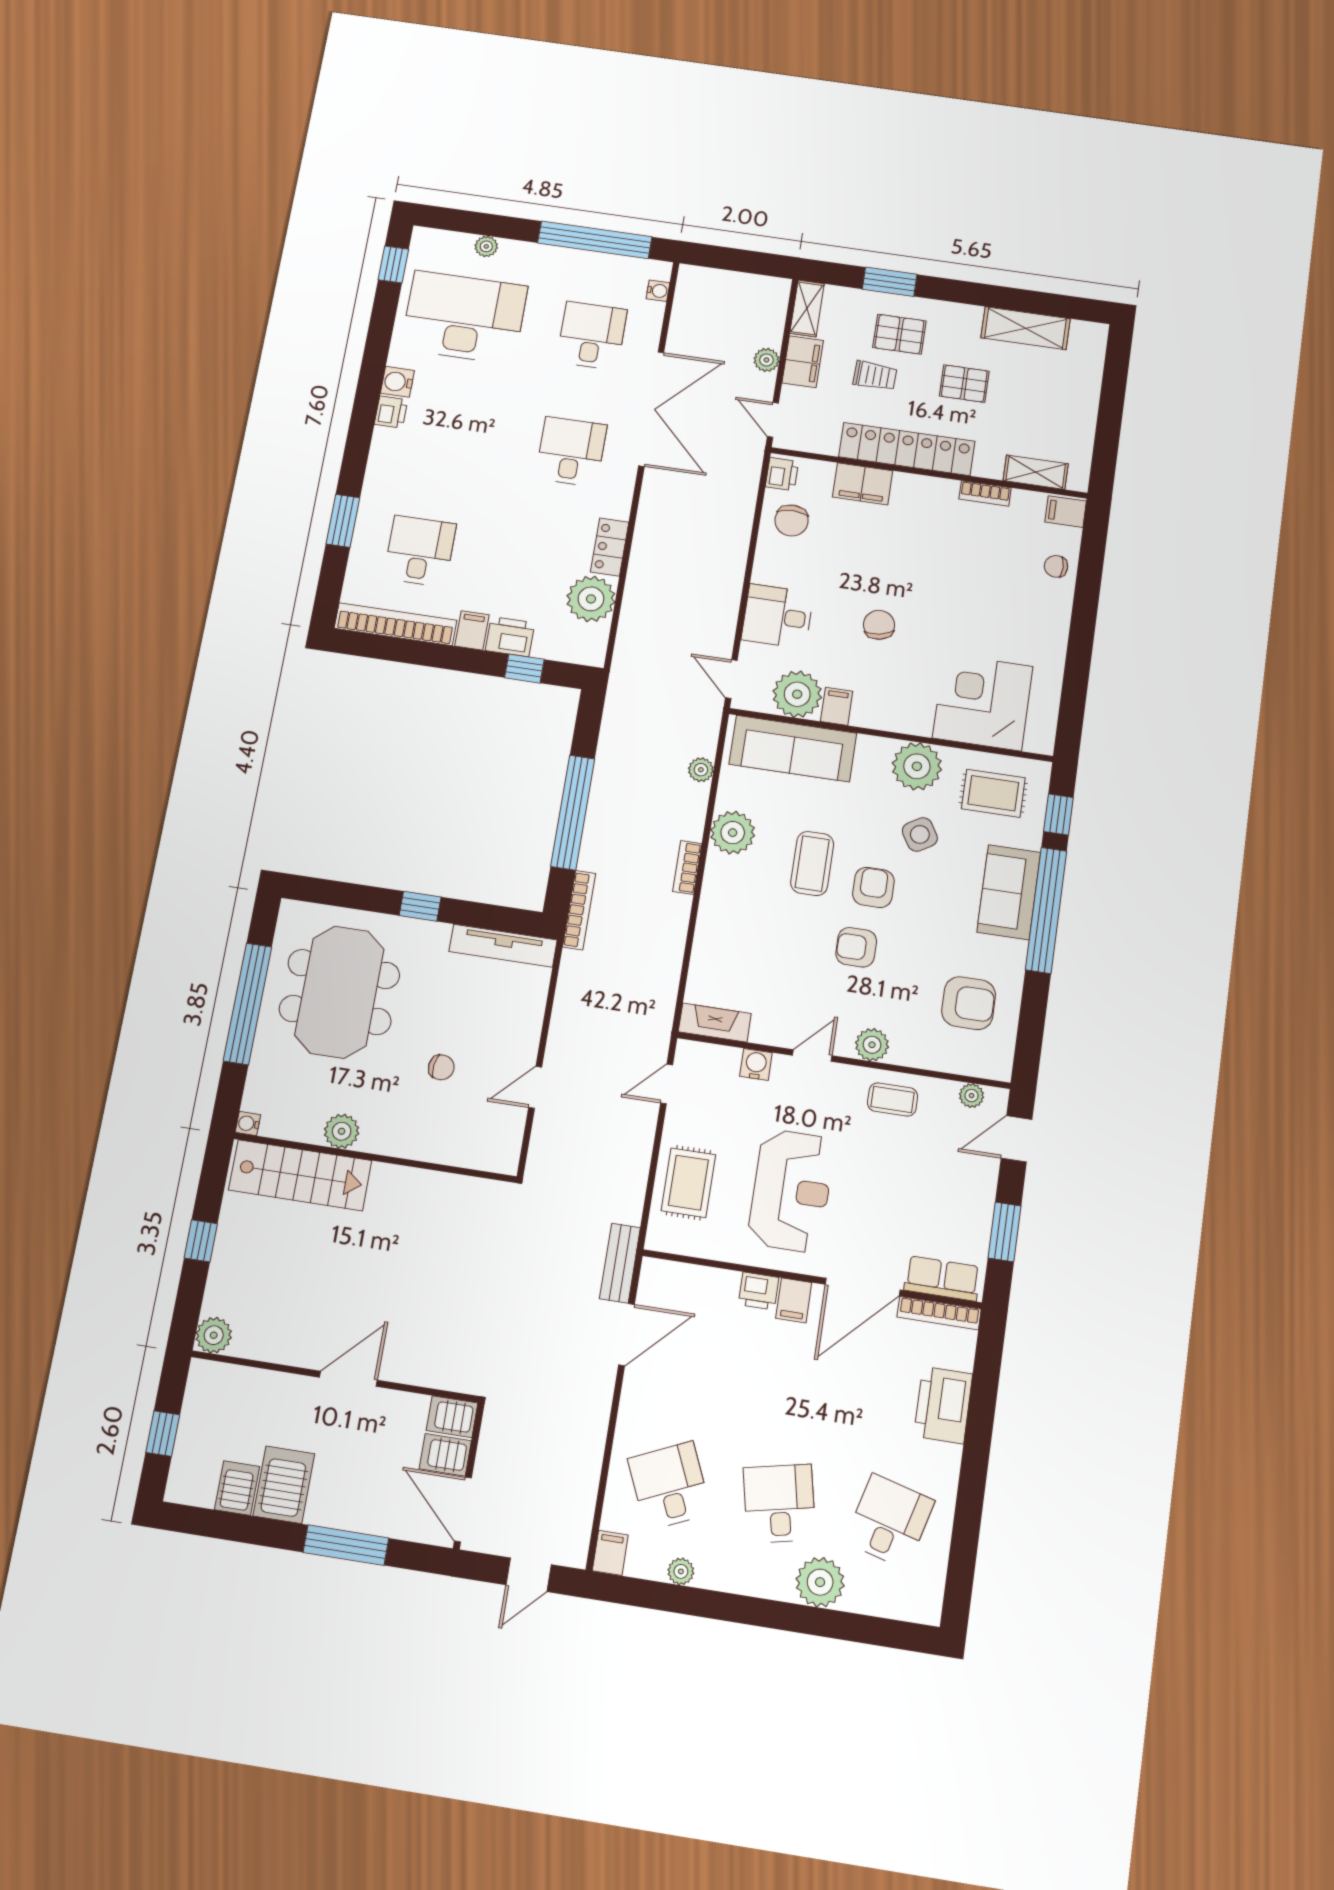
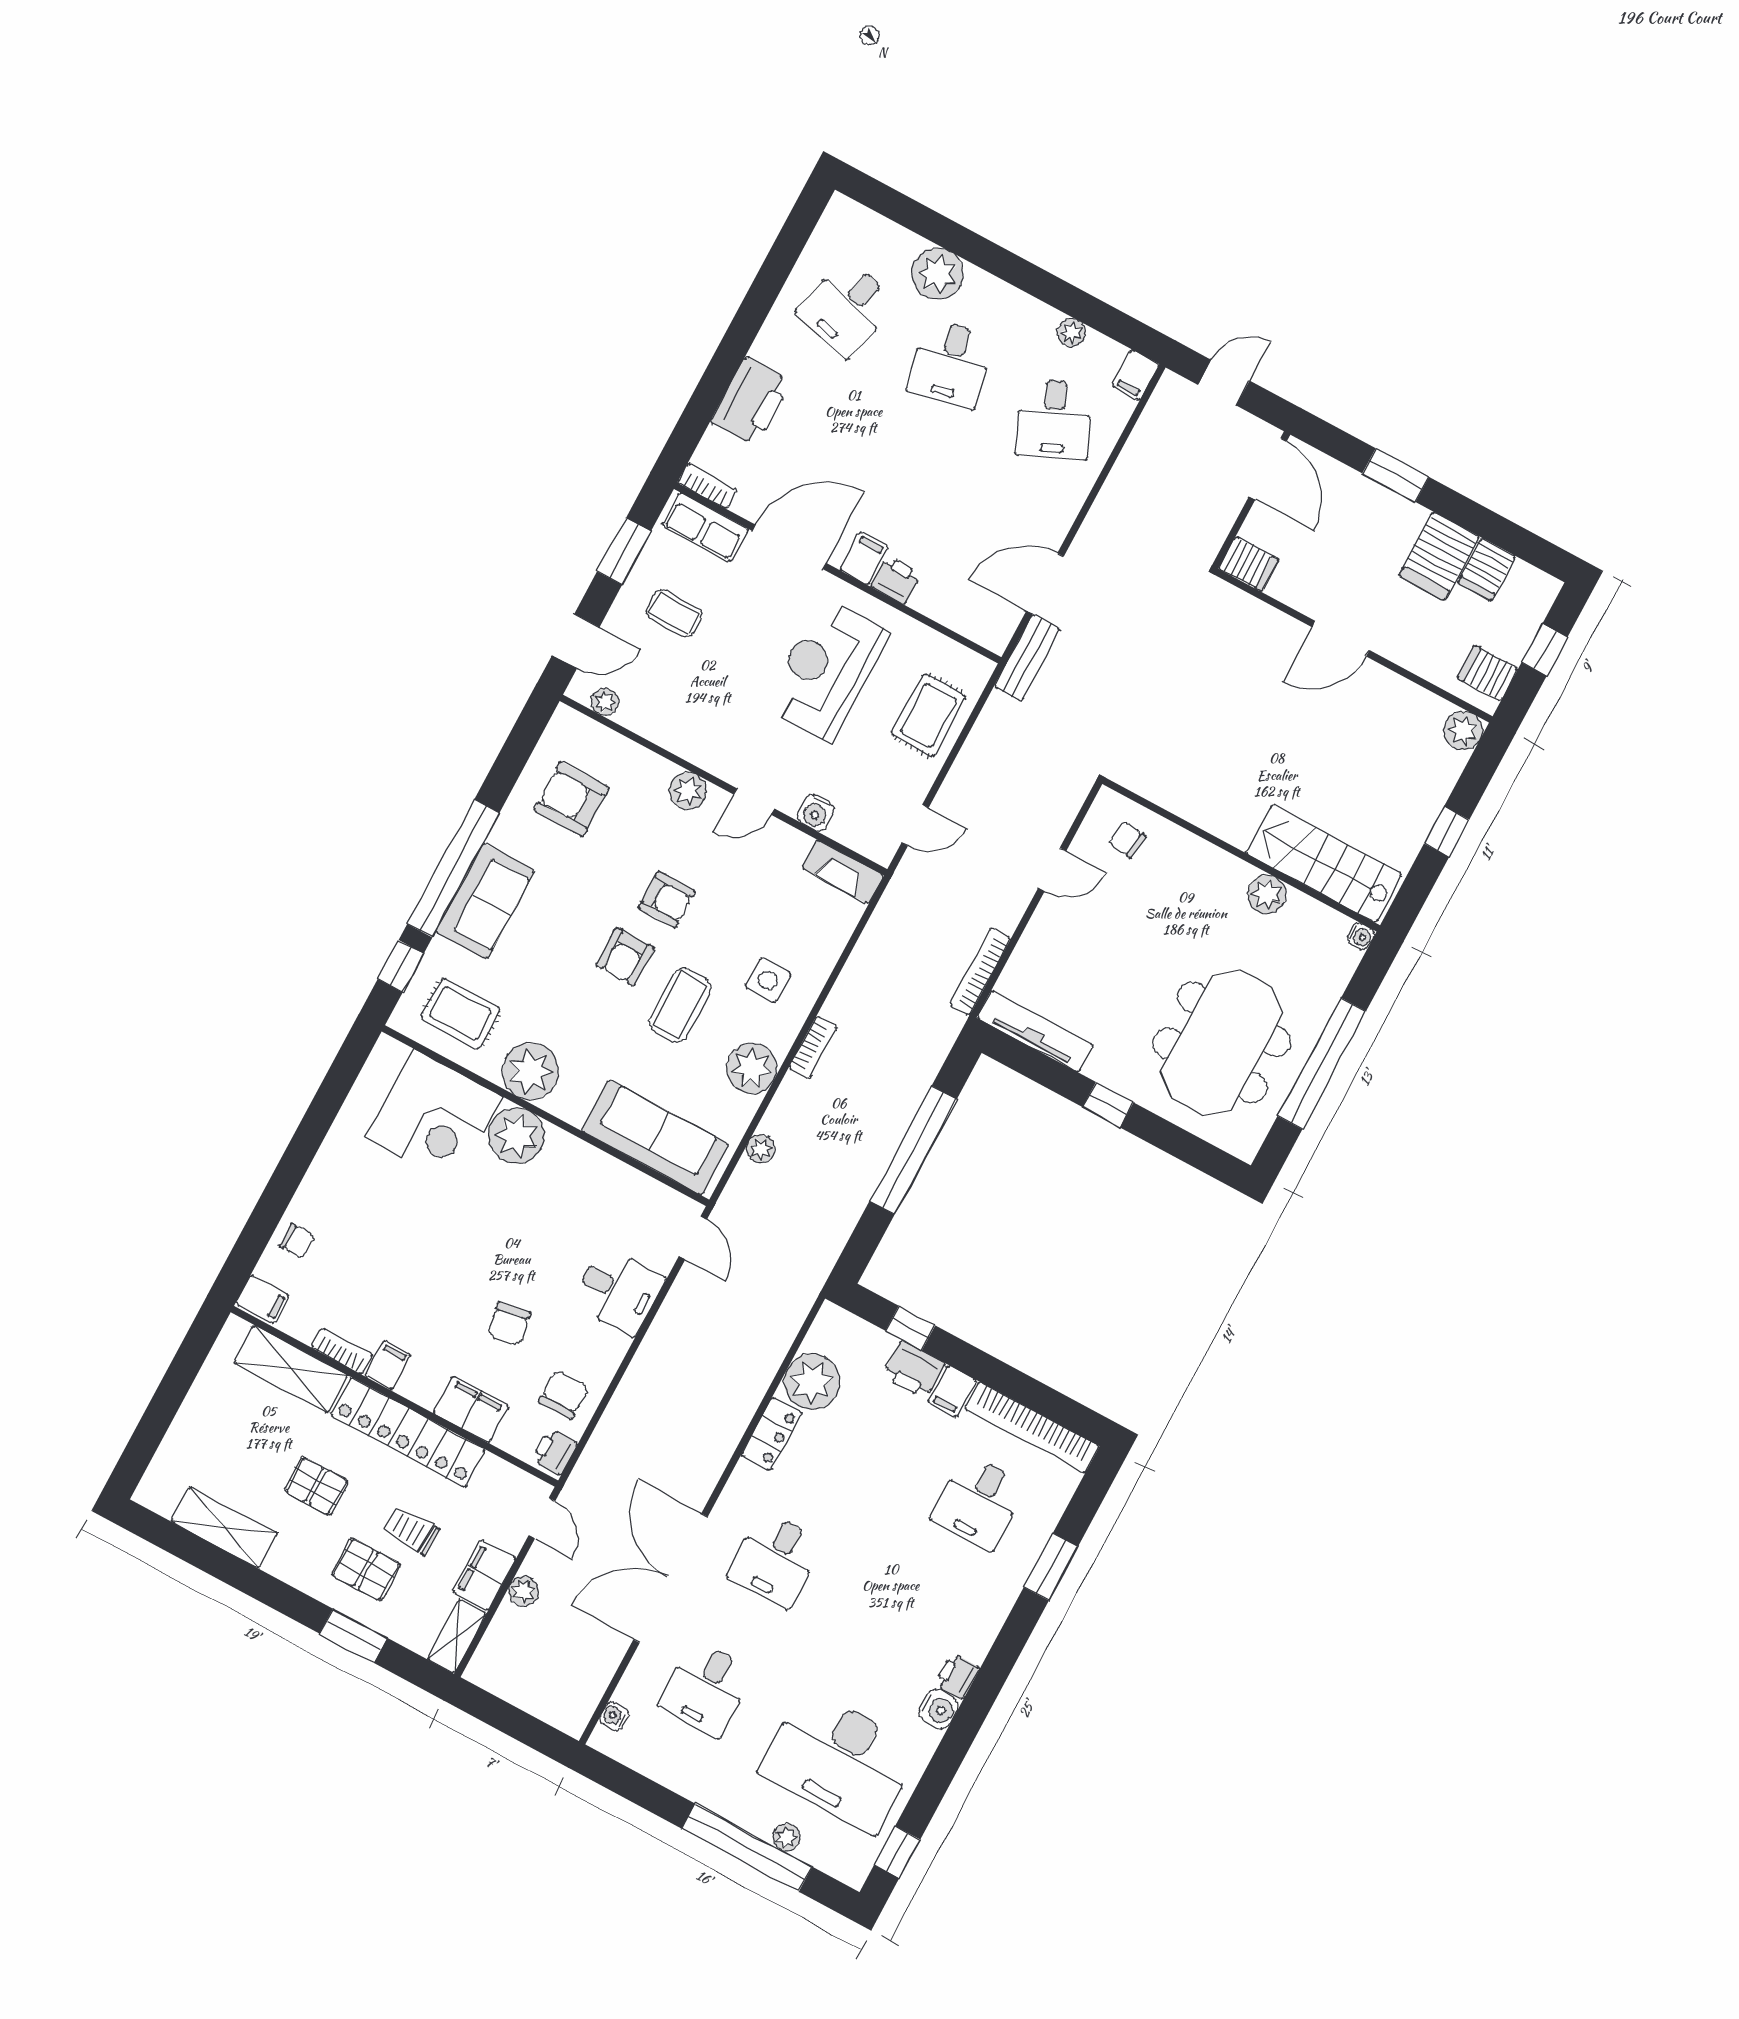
window: (595, 240) -> (747, 1848), moved
shelving: (1036, 472) -> (291, 1369), width x1.50, depth x1.33
chair: (879, 625) -> (509, 1324), moved
plant: (797, 694) -> (516, 1136), moved
filing cabinet: (837, 706) -> (388, 1365), moved, turned 180
side table: (920, 834) -> (768, 980), moved, turned 31
bookcase: (579, 910) -> (980, 972), moved
chair: (441, 1067) -> (1127, 840), moved
coffee table: (893, 1099) -> (674, 613), moved
bookcase: (939, 1313) -> (707, 486), width x0.64
server rack: (445, 1455) -> (1488, 673), moved, turned 180
window: (346, 1545) -> (1396, 475), width x0.69

